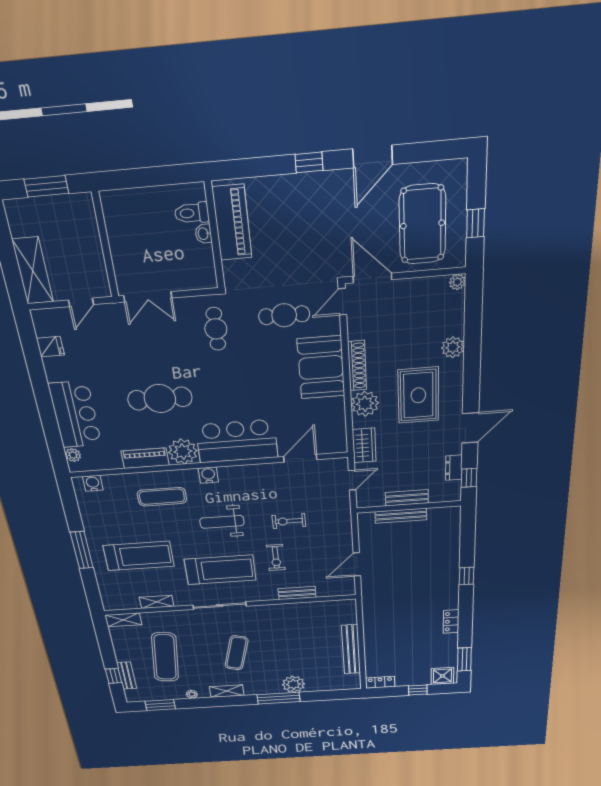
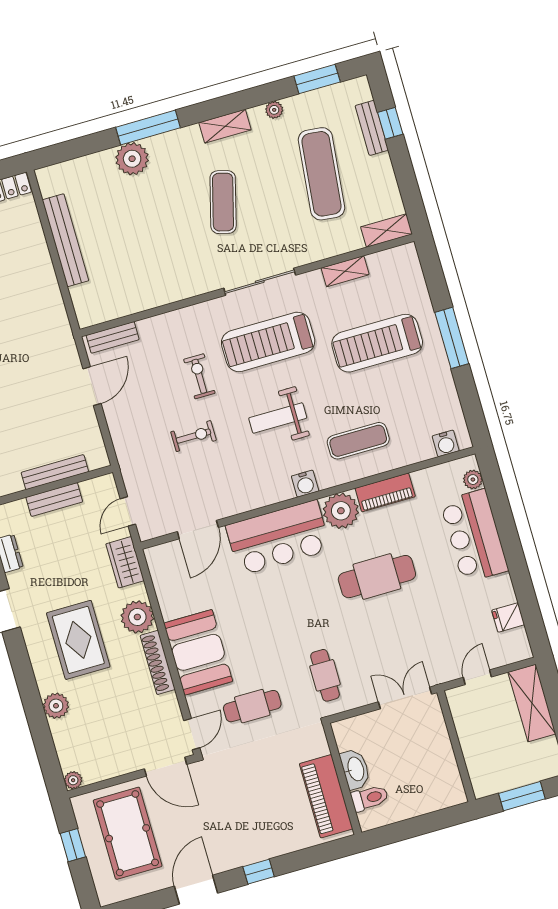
washbasin: (203, 234) -> (355, 769), width x1.91, depth x1.45
weight bench: (222, 522) -> (278, 418), turned 180
bench: (297, 593) -> (113, 337), moved

